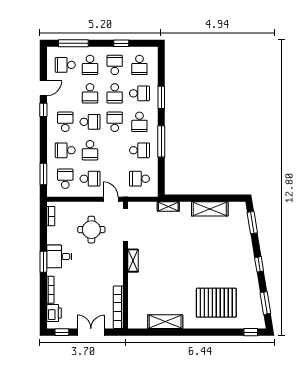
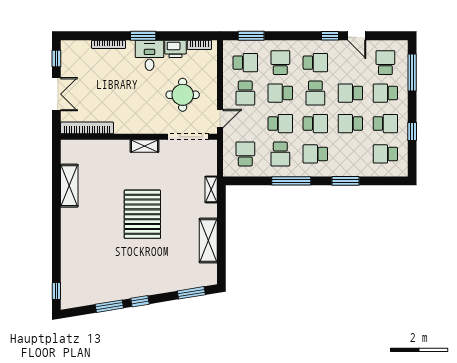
school desk: (139, 93) -> (280, 124), moved, turned -90
pallet: (216, 303) -> (142, 214), moved
window: (265, 303) -> (109, 306), moved
printer: (54, 313) -> (175, 49), moved

